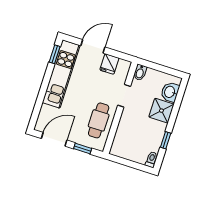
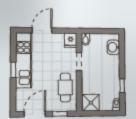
window: (55, 54) -> (13, 70), moved
fridge: (109, 64) -> (71, 40), moved
shower: (161, 111) -> (91, 103), moved

